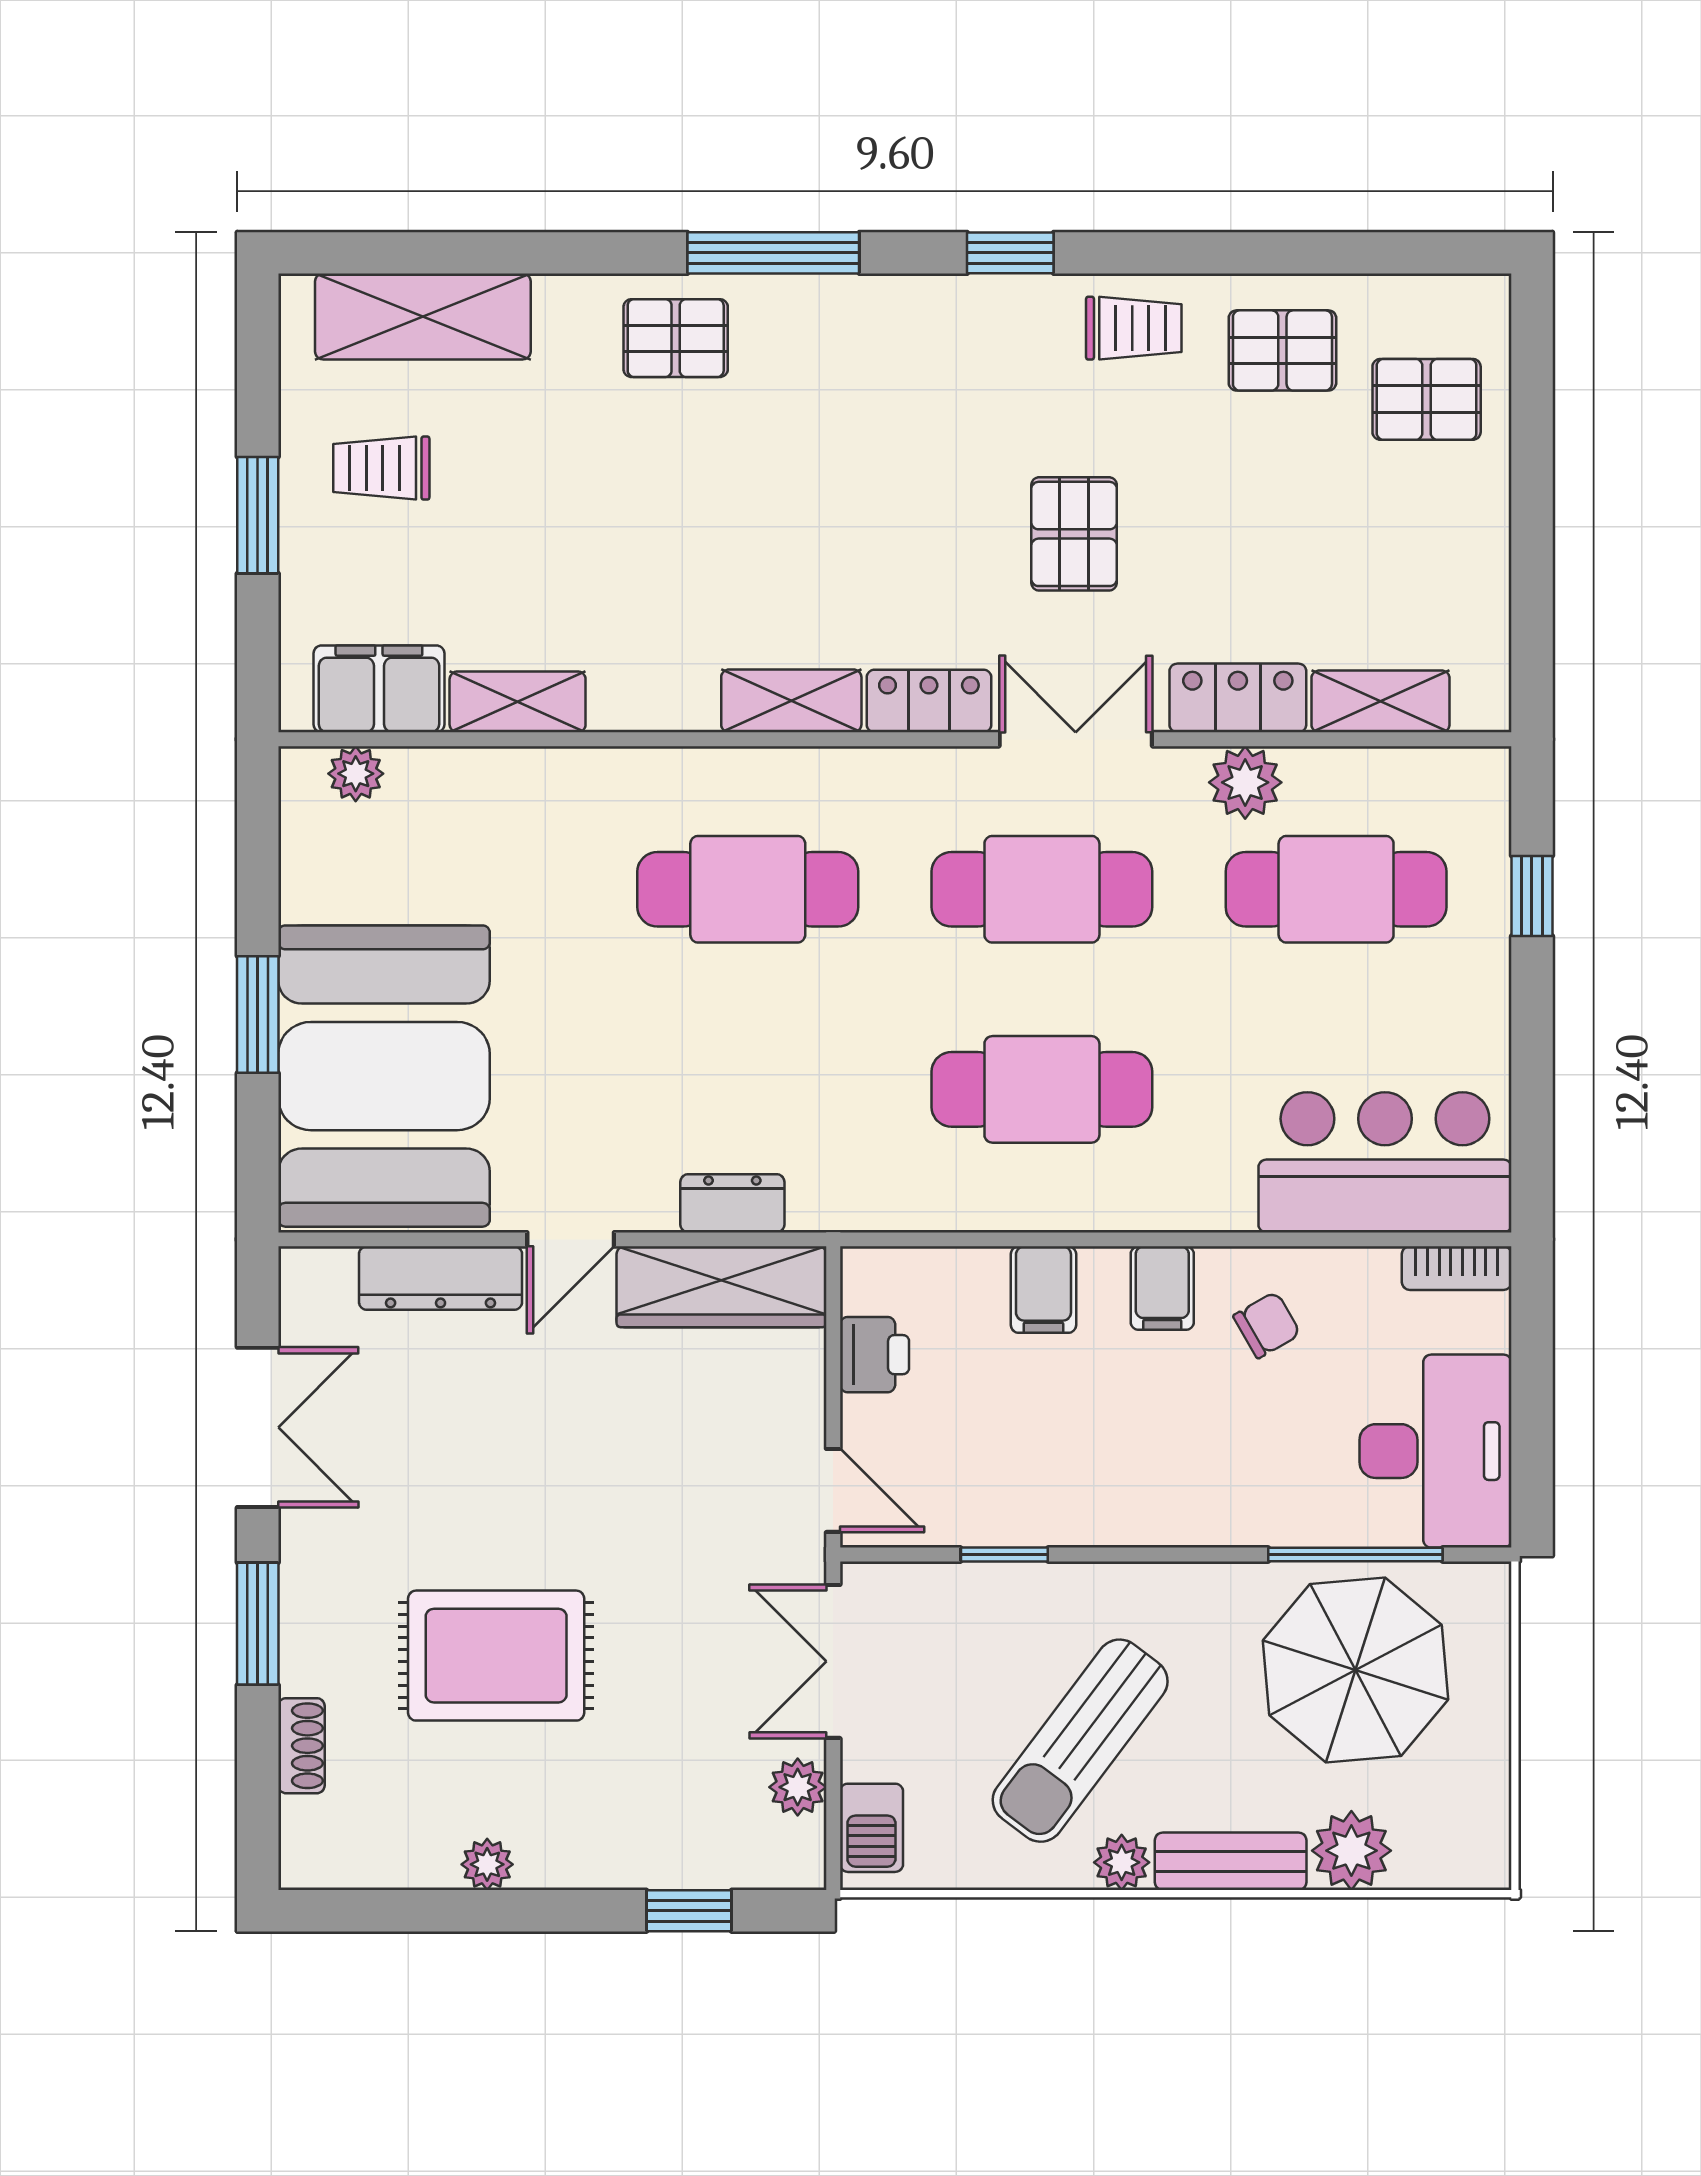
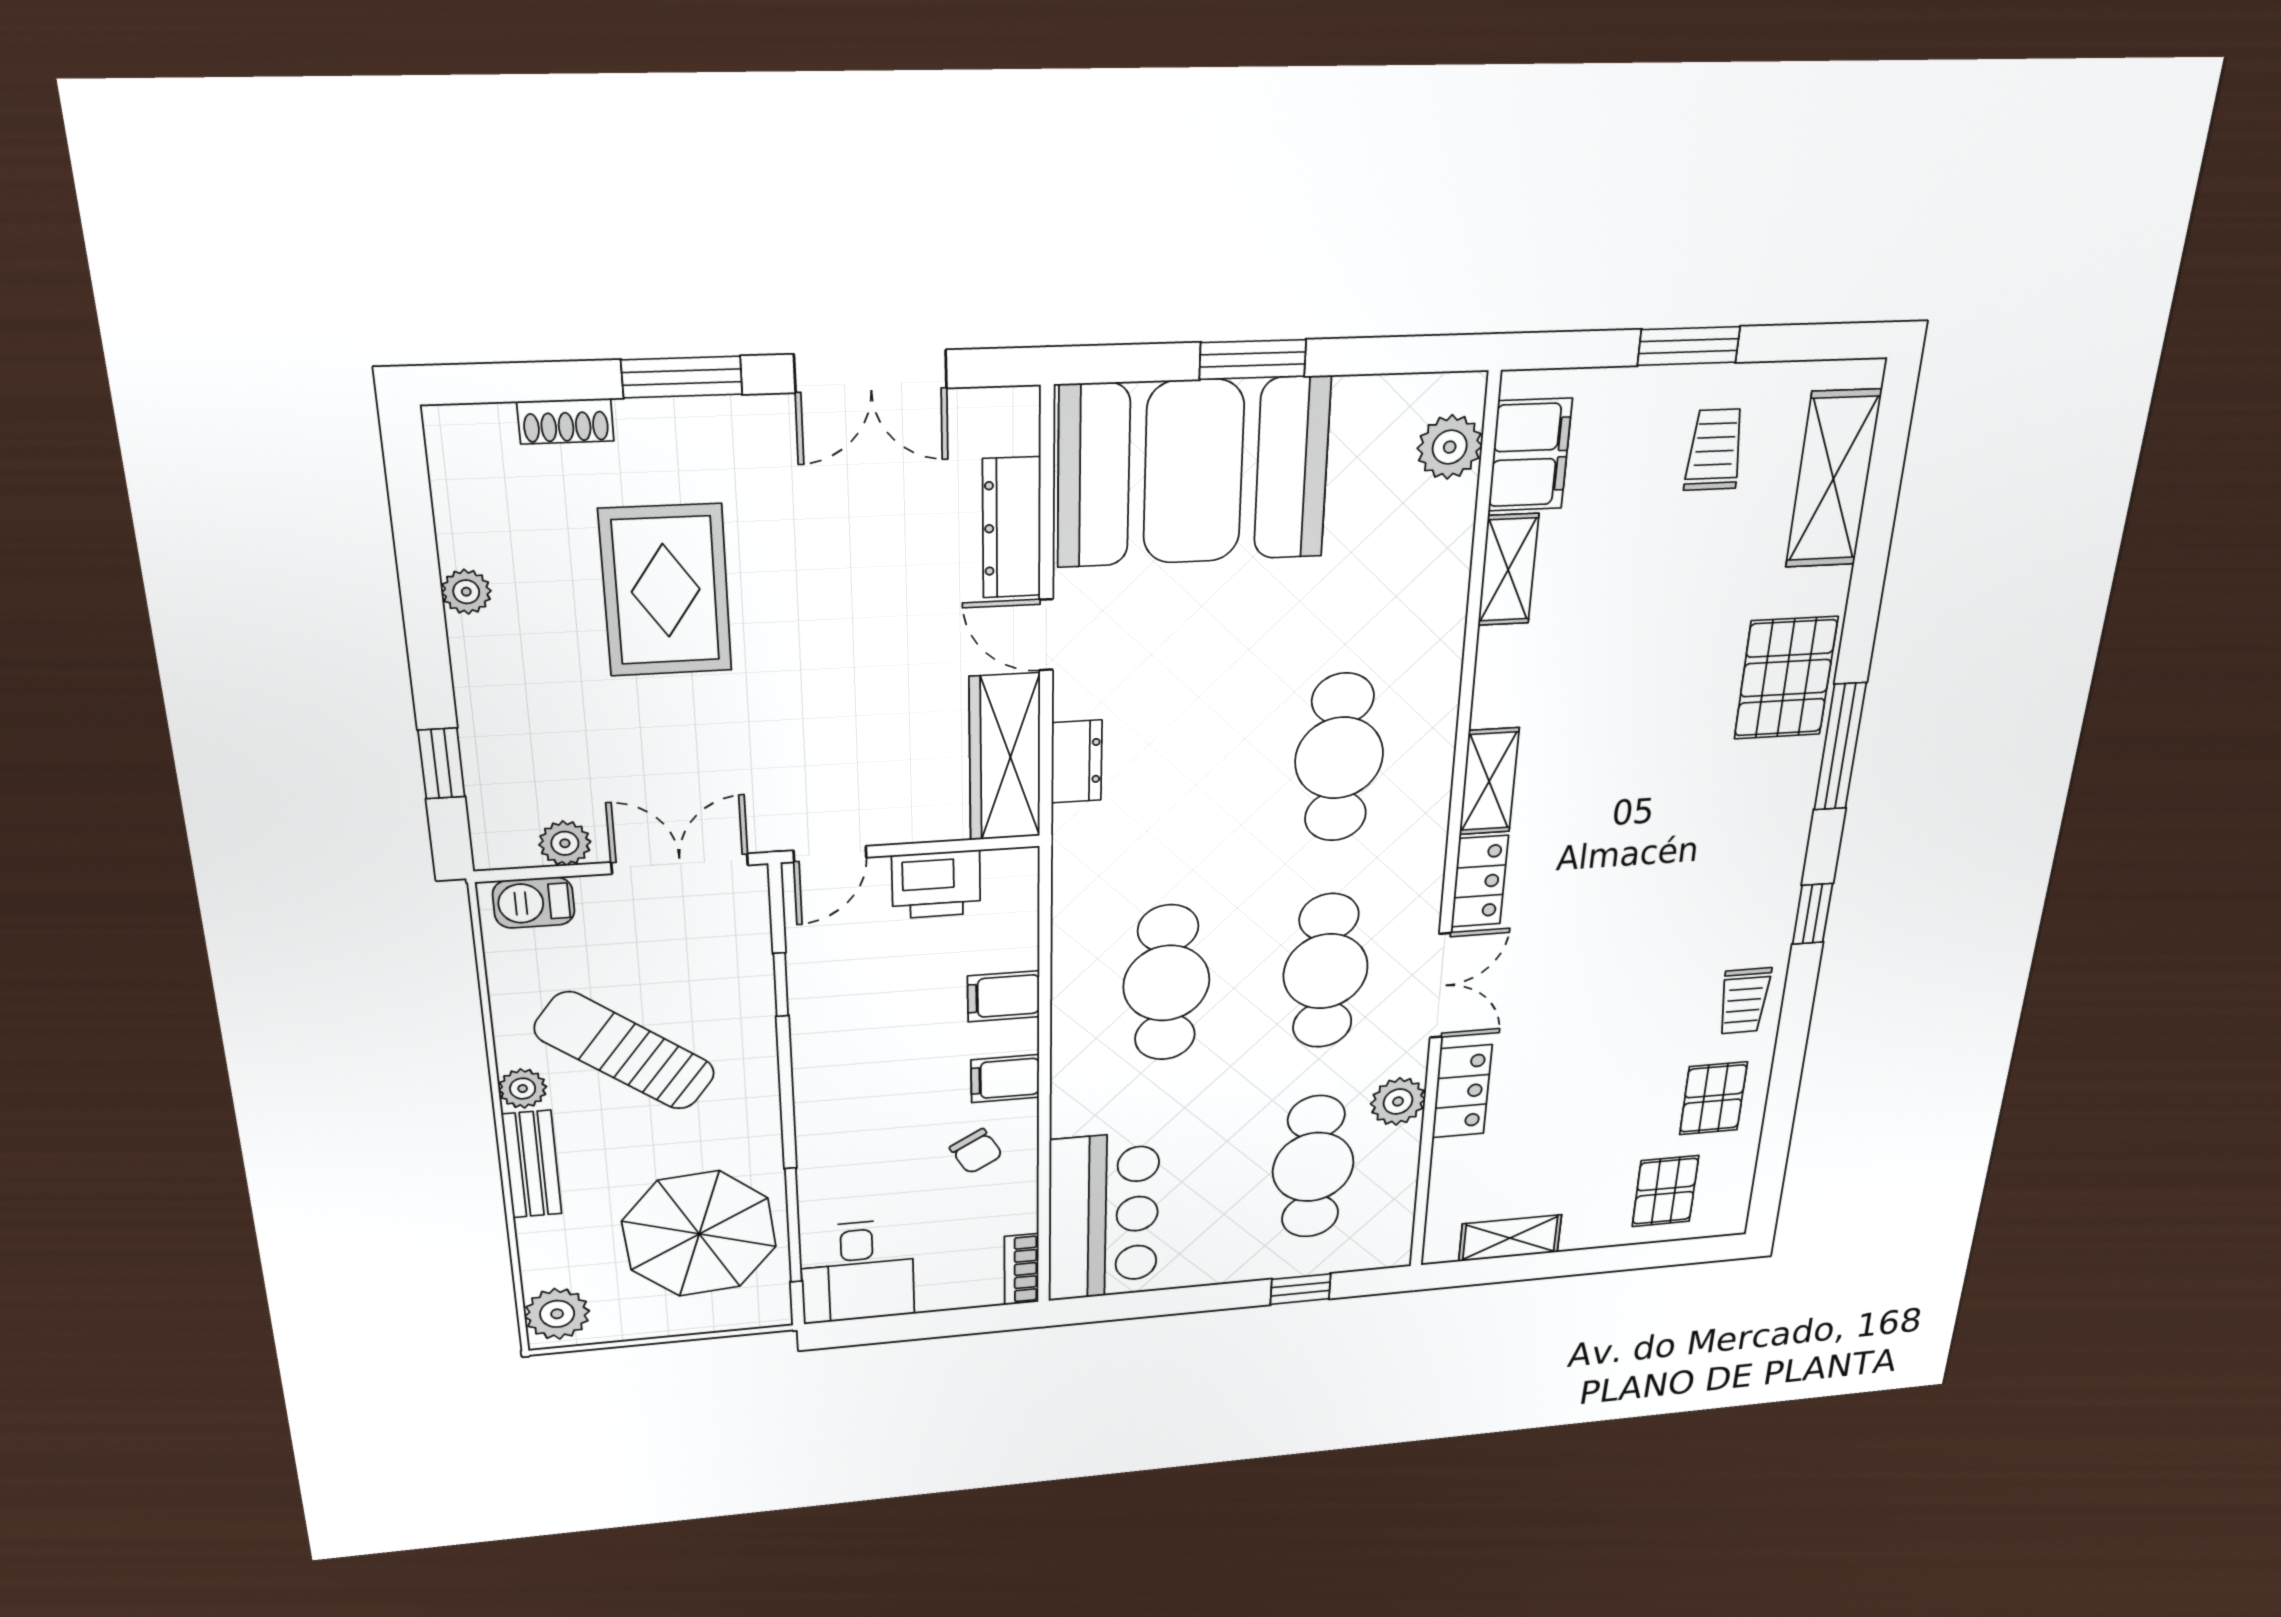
pallet: (676, 338) -> (1786, 678), width x1.50, depth x1.42
pallet: (1074, 534) -> (1597, 973), removed
shelving: (1380, 701) -> (1510, 1238), moved, turned 90
plant: (356, 774) -> (1450, 447), width x1.38, depth x1.38
printer: (874, 1355) -> (936, 884), width x1.36, depth x1.24
desk: (1436, 1451) -> (858, 1271), width x0.73
plant: (1351, 1851) -> (557, 1314), moved

